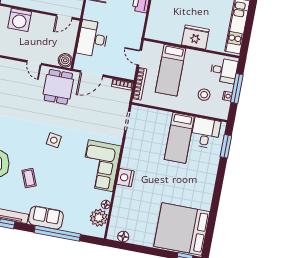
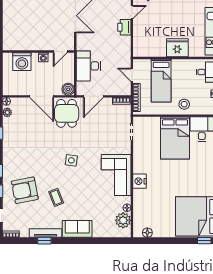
washing machine: (44, 20) -> (43, 57), added
door: (34, 63) -> (42, 96), width x1.87
stool: (204, 95) -> (184, 104), moved
bed: (179, 138) -> (175, 138), width x1.50
window: (57, 233) -> (90, 241), removed

